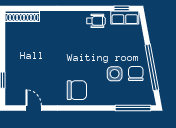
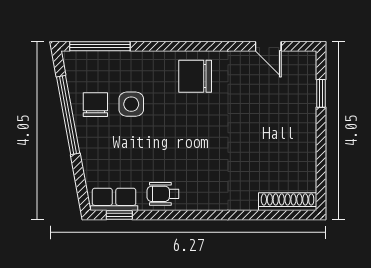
chair: (136, 74) -> (95, 105), turned 180

